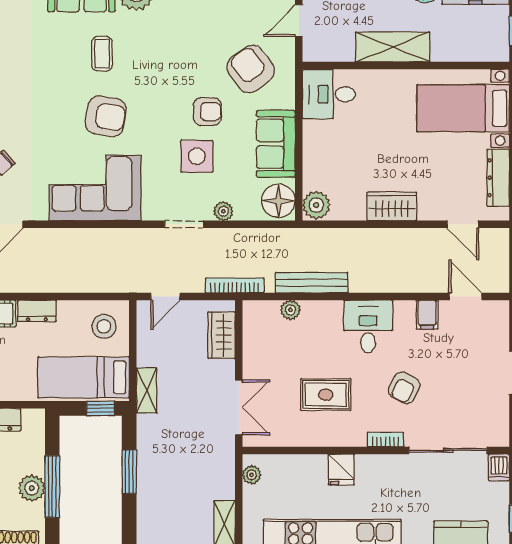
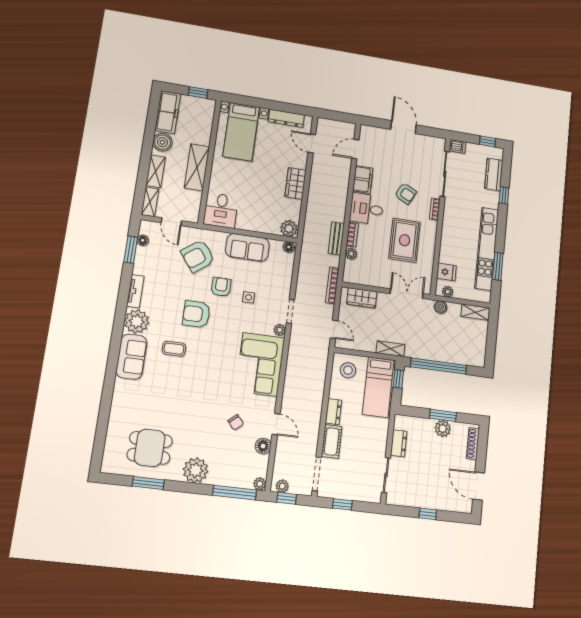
armchair: (106, 116) -> (196, 314), moved, turned -99
side table: (197, 156) -> (249, 297), width x0.54, depth x0.54
floor lamp: (278, 201) -> (289, 247), width x0.53, depth x0.53
plant: (223, 211) -> (280, 330), moved
door: (463, 224) -> (312, 143), swing flipped
bench: (312, 283) -> (336, 238), width x0.73
bookcase: (322, 308) -> (352, 235), added
filing cabinet: (427, 315) -> (363, 179), width x2.00
rug: (326, 395) -> (405, 240), width x1.36, depth x1.43
boiler: (225, 465) -> (440, 307), added
fridge: (341, 470) -> (446, 272), moved
window: (129, 472) -> (439, 366), width x2.11
window: (52, 486) -> (443, 415), width x0.69

